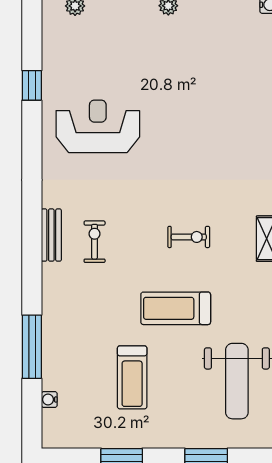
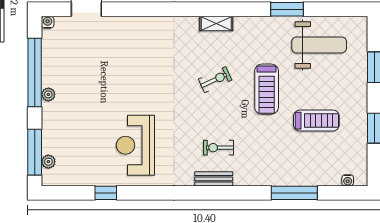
exercise bike: (189, 237) -> (215, 80), turned 65
water cooler: (49, 399) -> (348, 180), moved

